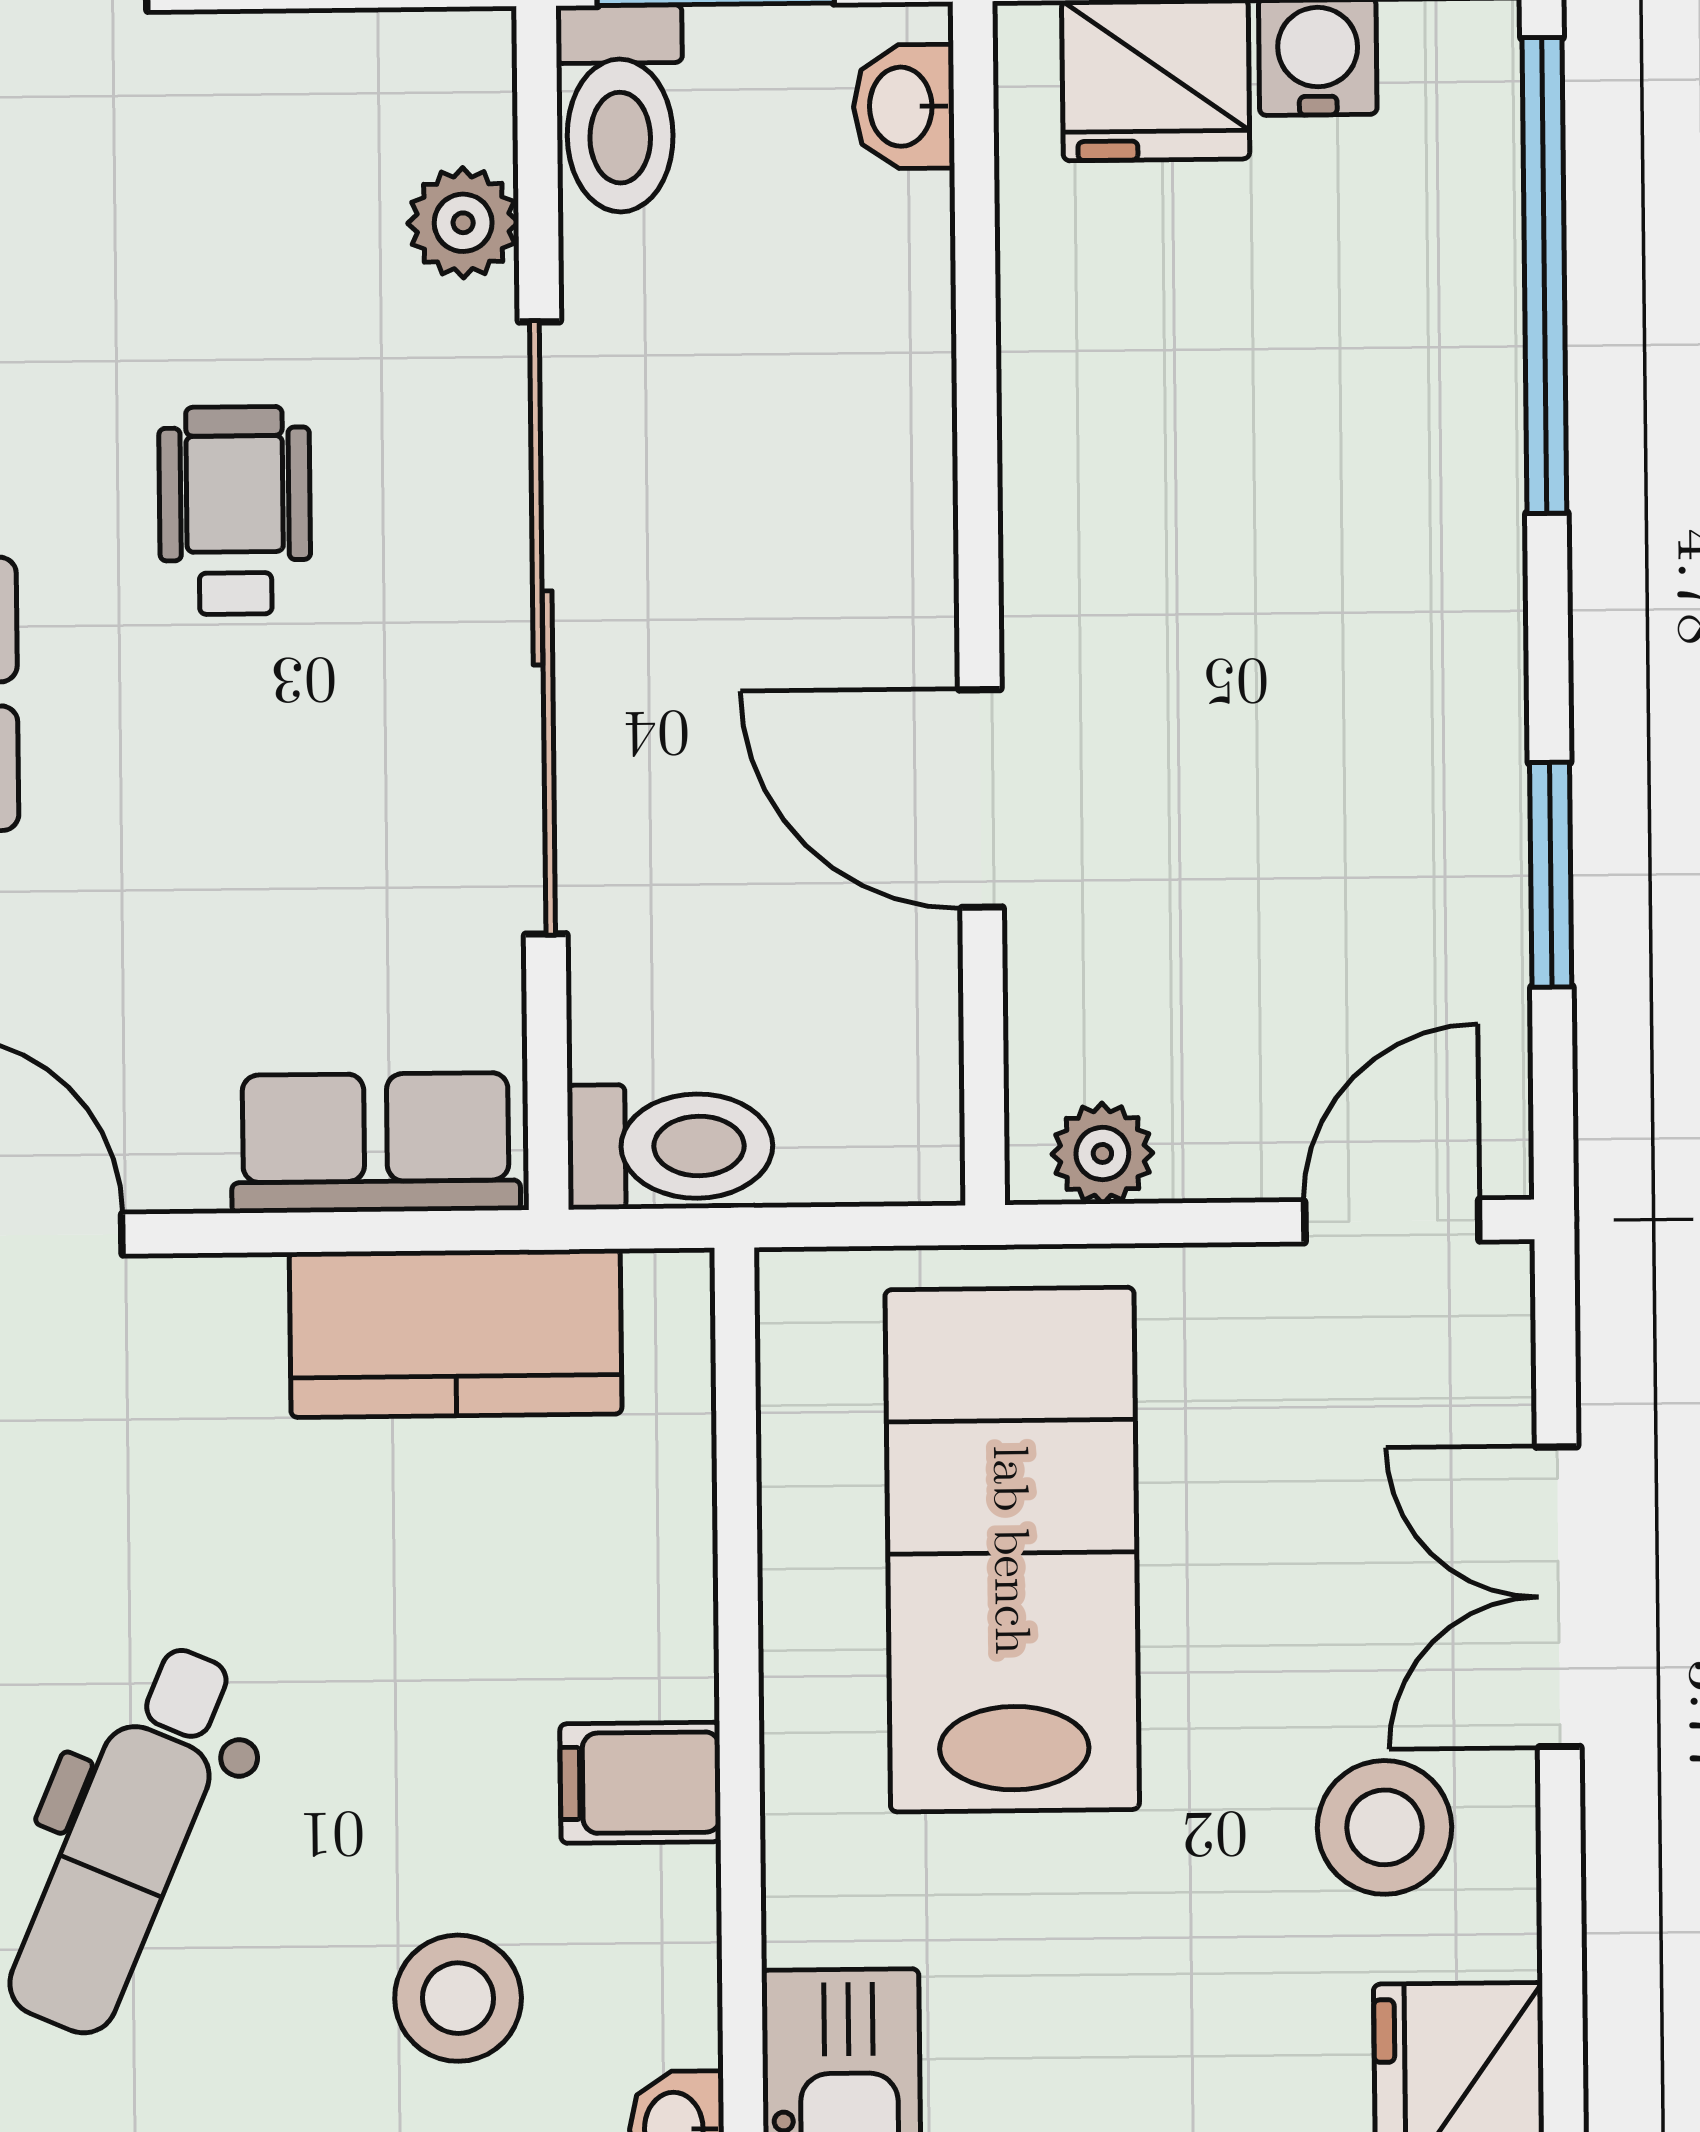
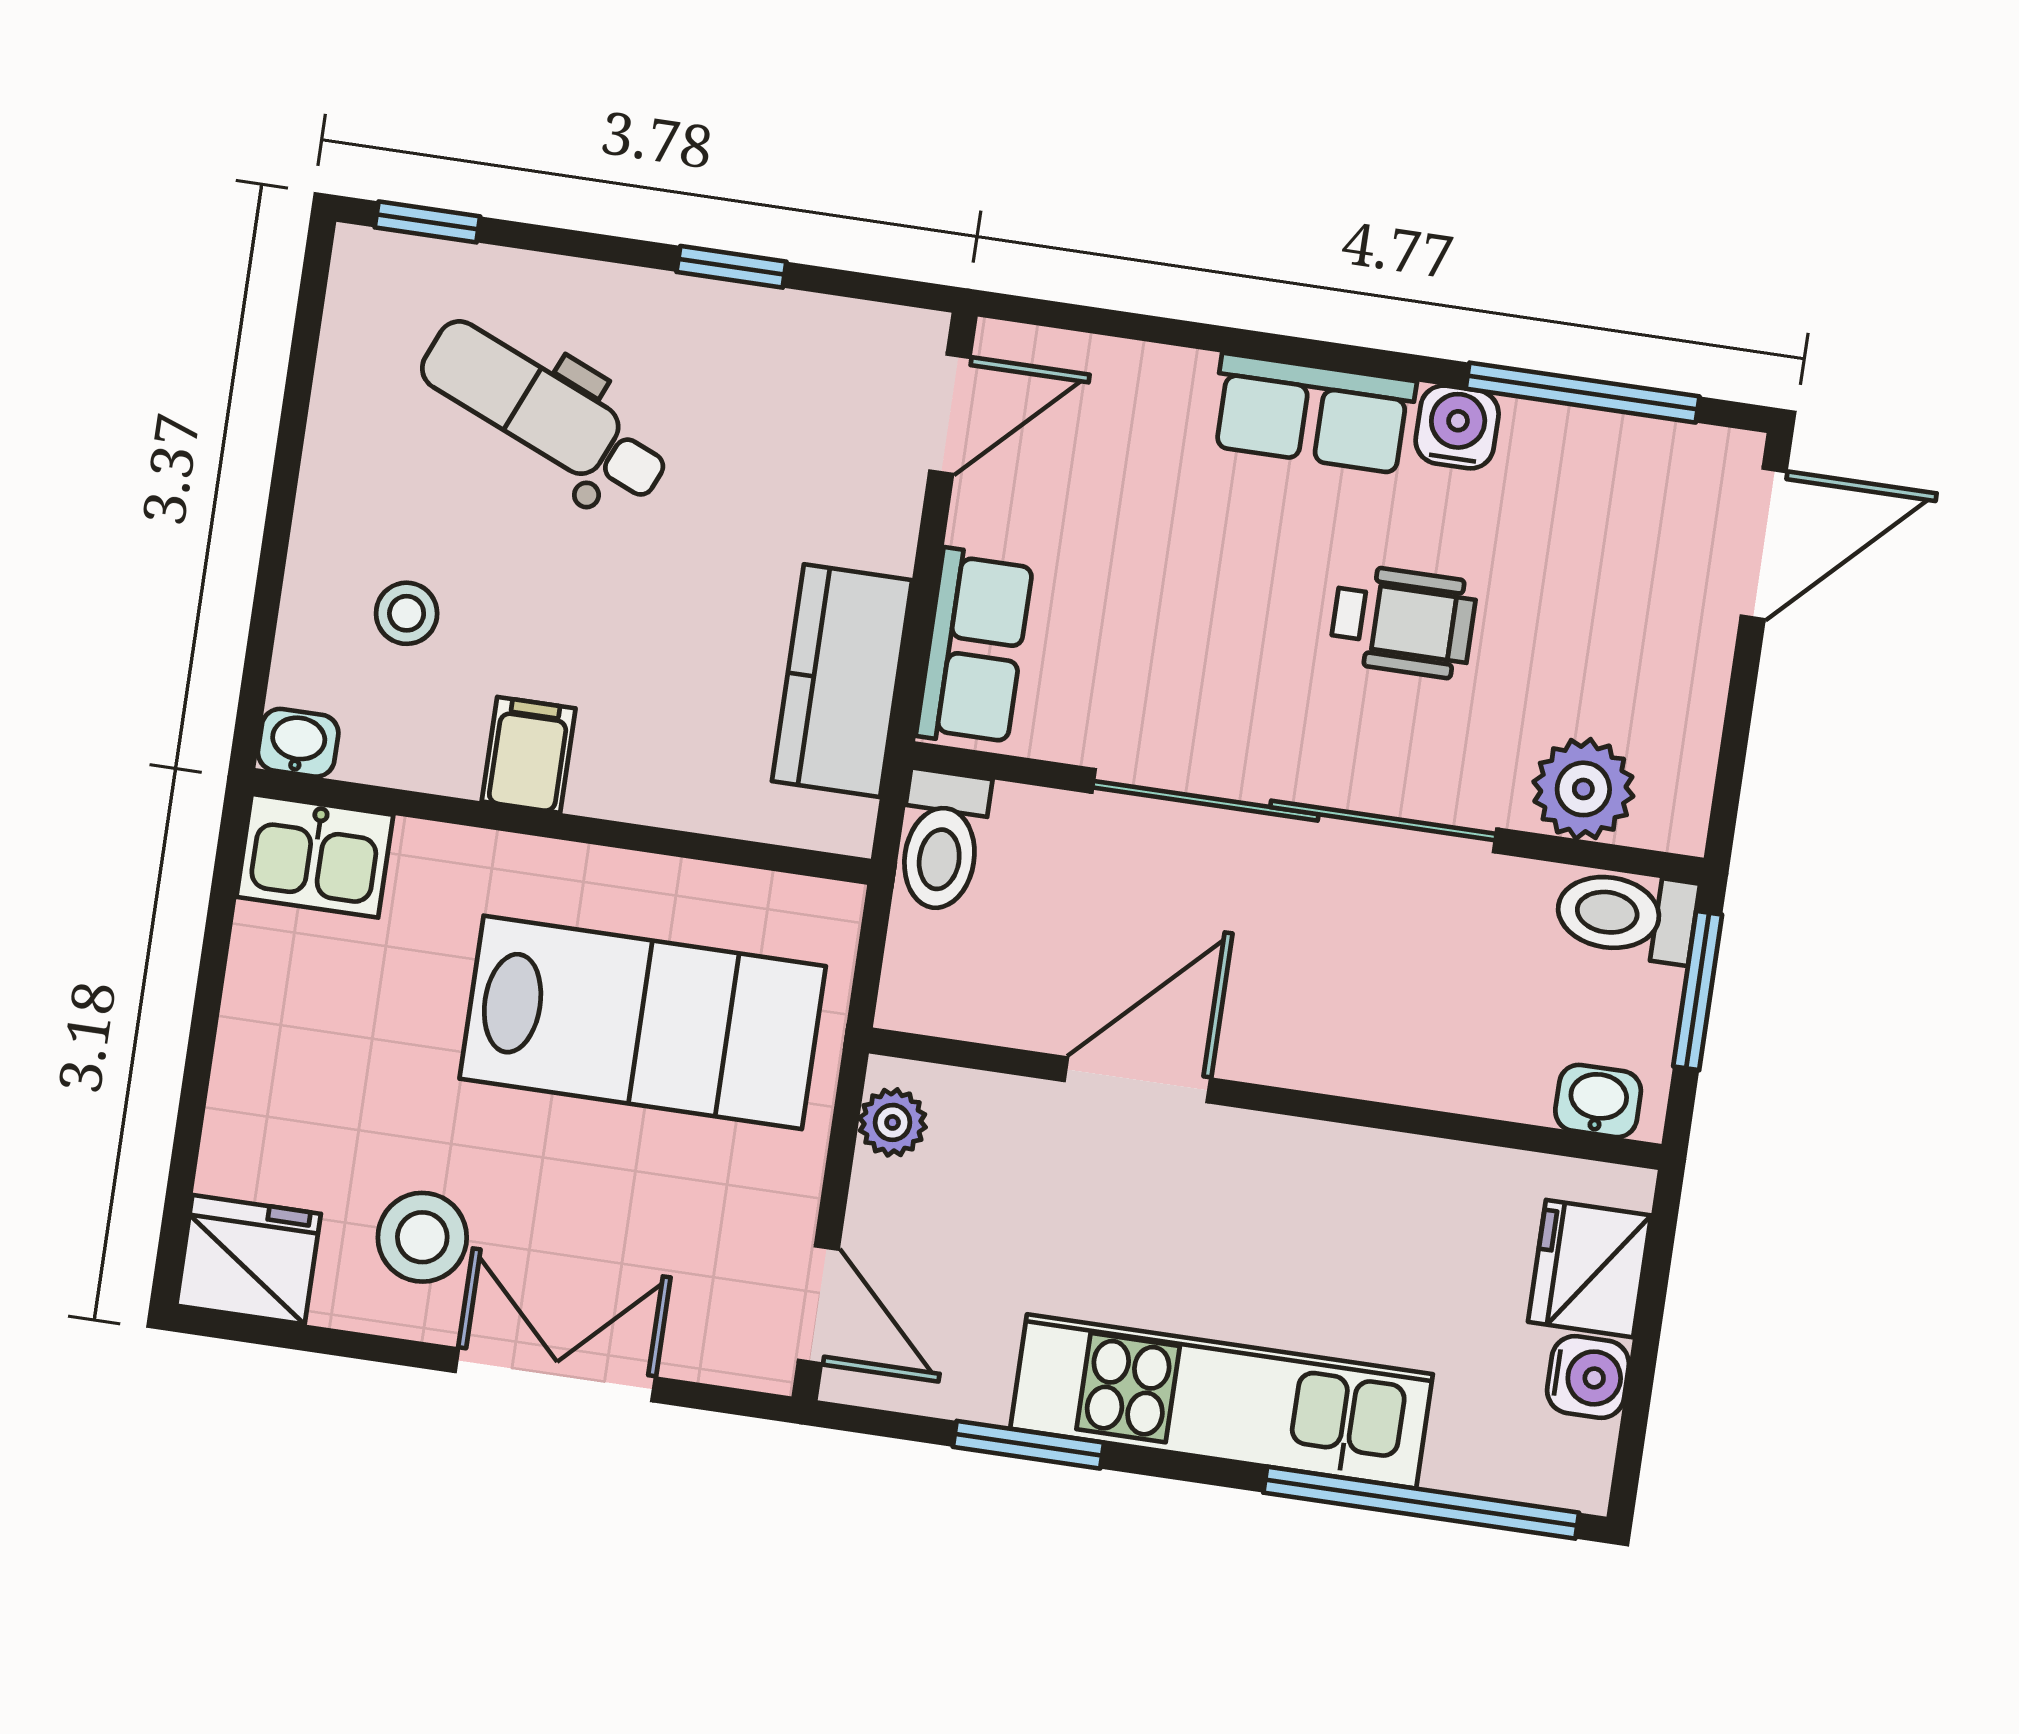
plant: (463, 223) -> (1583, 789), width x1.38, depth x1.38
kitchen unit: (1441, 597) -> (1222, 1401), added
stool: (458, 1998) -> (407, 613), width x0.73, depth x0.73

